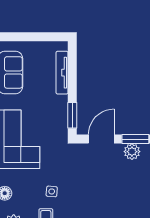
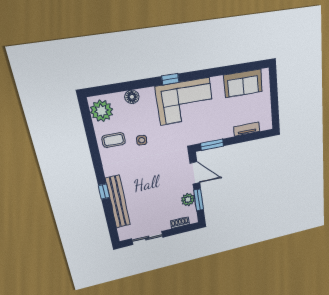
tv unit: (62, 73) -> (247, 129), width x0.71

